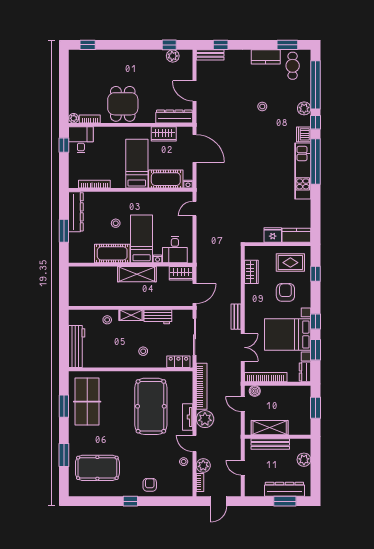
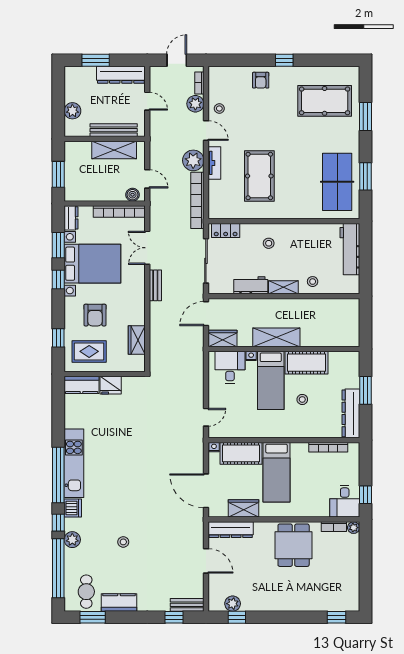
pool table: (151, 406) -> (259, 176), width x0.73, depth x0.76
dresser: (284, 489) -> (121, 75), moved

